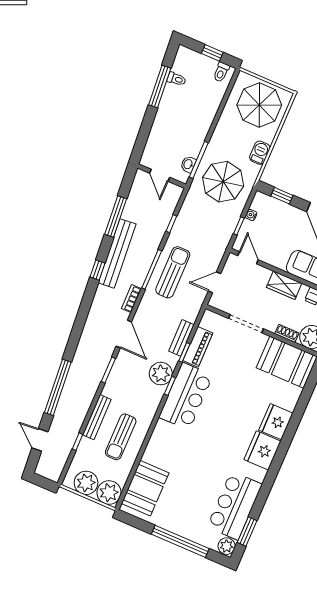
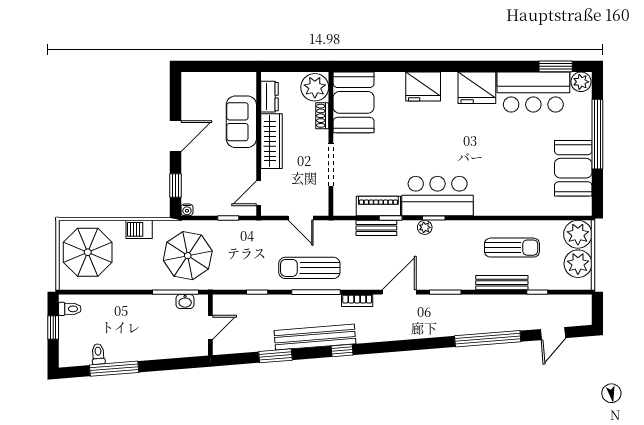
water cooler: (251, 215) -> (187, 210), moved
window: (116, 216) -> (275, 356), width x0.69
wardrobe: (284, 285) -> (271, 141), width x1.50
plant: (161, 374) -> (425, 227), width x0.53, depth x0.53
fridge: (262, 450) -> (477, 88), moved
booth: (145, 488) -> (573, 168), moved, turned 90

